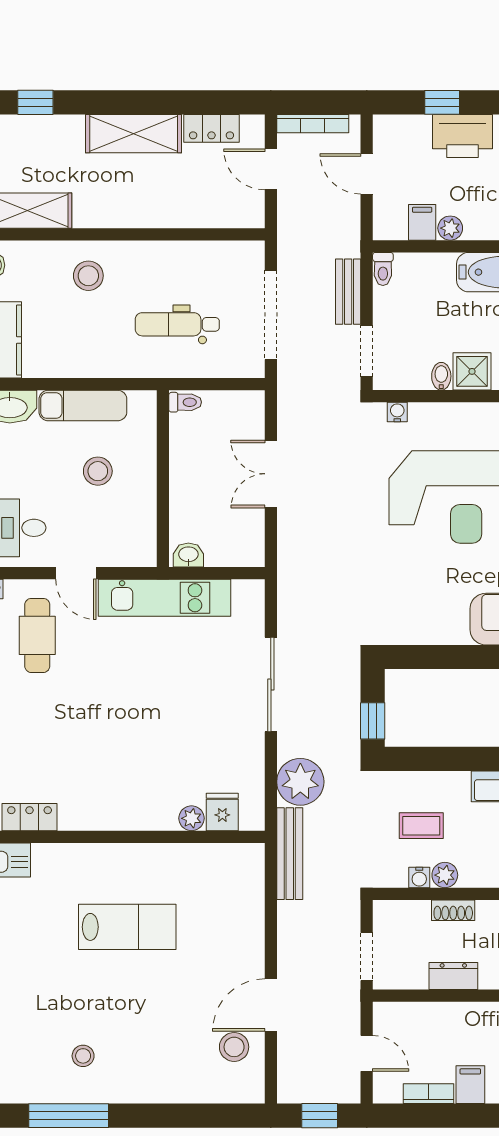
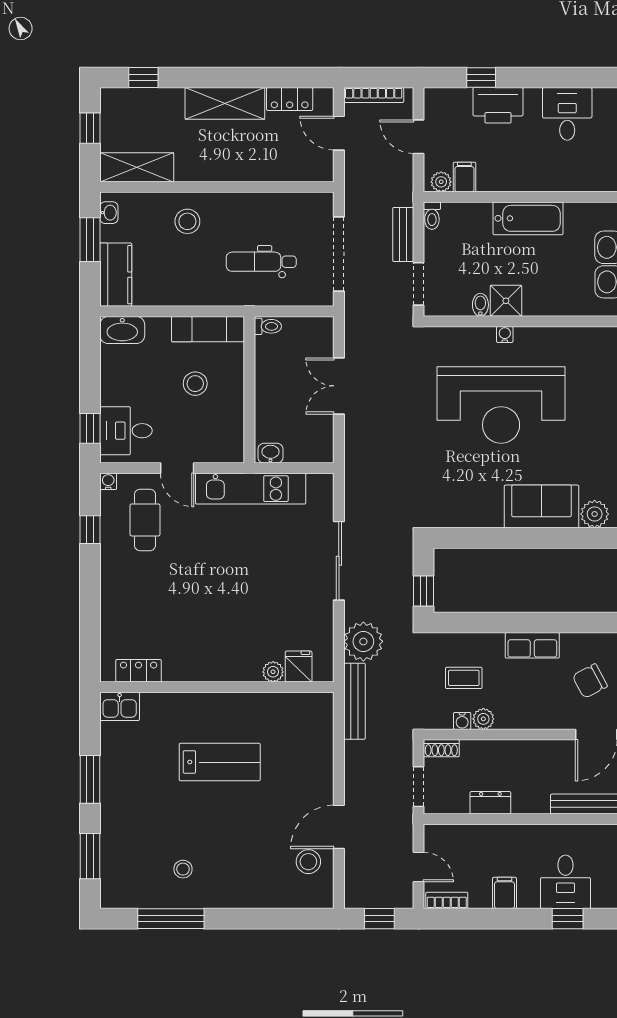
plant: (450, 228) -> (441, 182), moved
exam couch: (83, 406) -> (208, 329), moved
water cooler: (397, 412) -> (505, 334), moved
shoe rack: (453, 910) -> (441, 748), moved
bookcase: (429, 1094) -> (447, 900), moved

